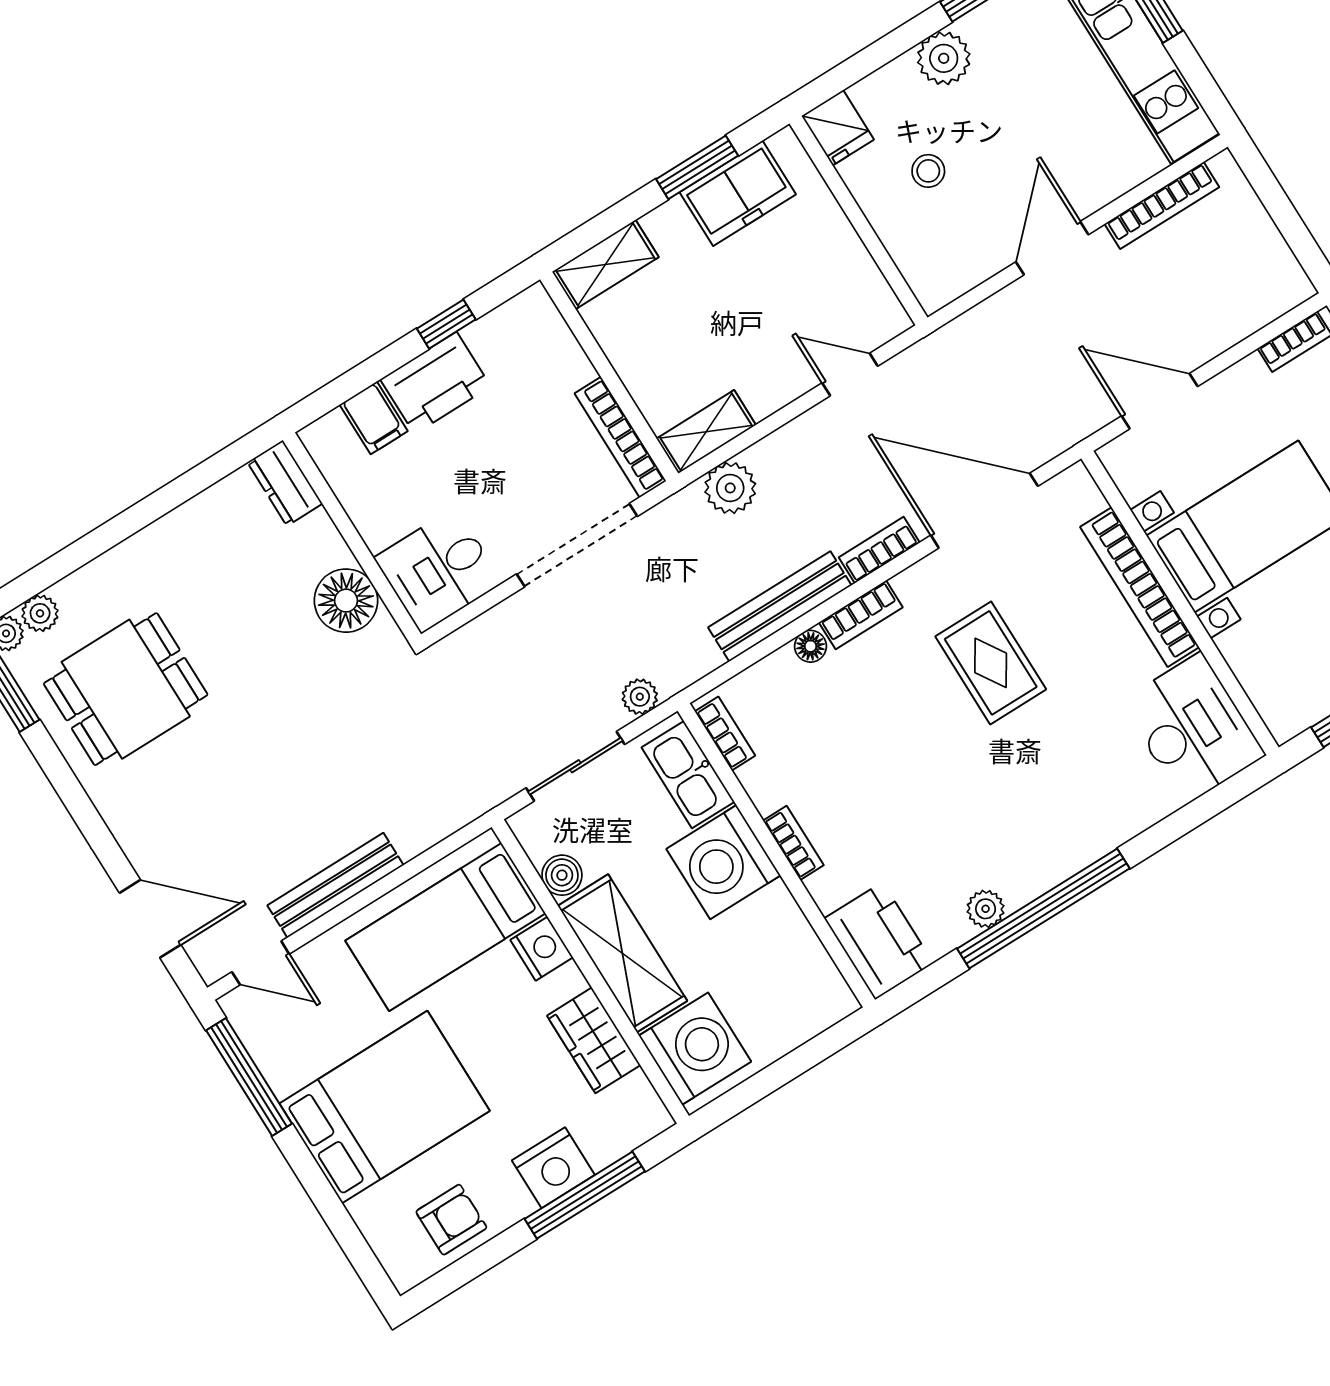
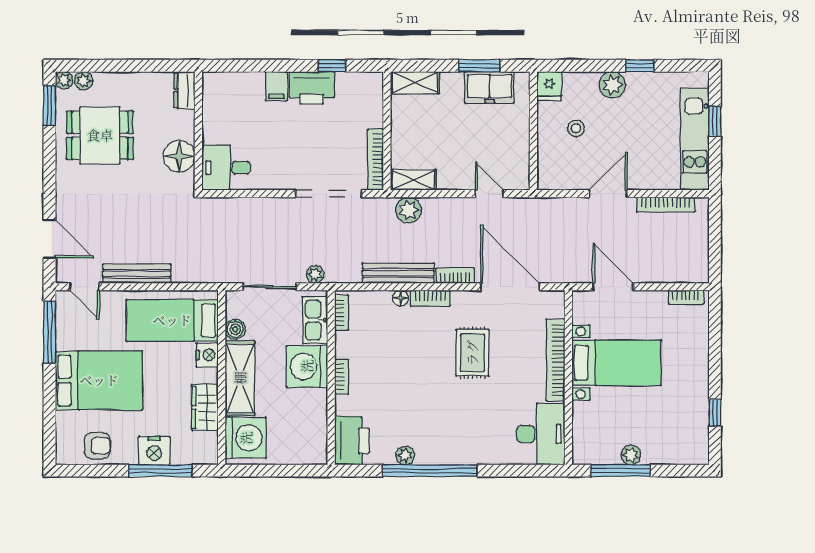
dresser: (285, 483) -> (184, 90), moved
wall: (352, 537) -> (198, 131), moved
desk: (438, 570) -> (226, 168), moved
floor lamp: (346, 601) -> (179, 156), moved

